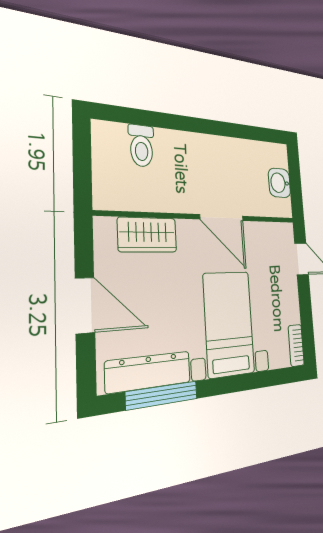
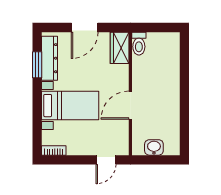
toilet: (141, 146) -> (139, 44), moved, turned -90
wardrobe: (147, 235) -> (120, 48), moved
window: (162, 395) -> (37, 65), width x0.69

